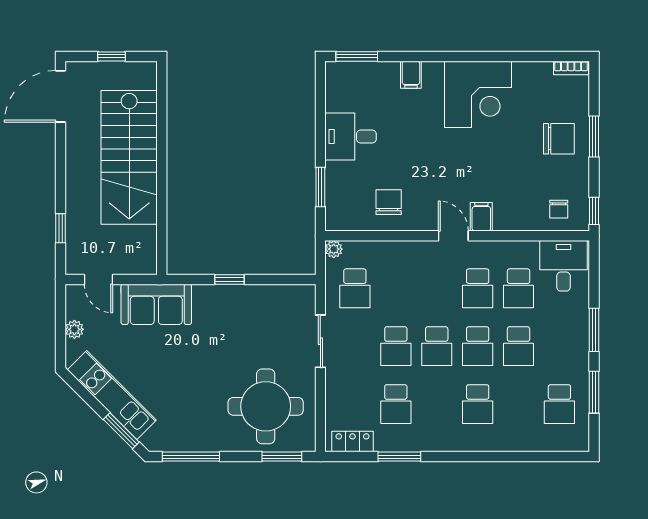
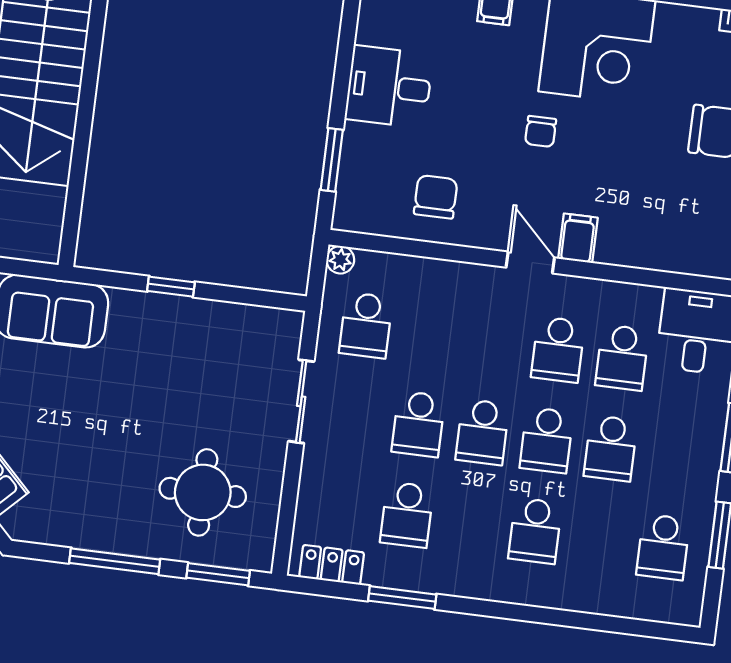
chair: (559, 209) -> (541, 131), moved
round table: (266, 406) -> (203, 492), width x0.73, depth x0.73
window: (191, 457) -> (115, 561), moved

